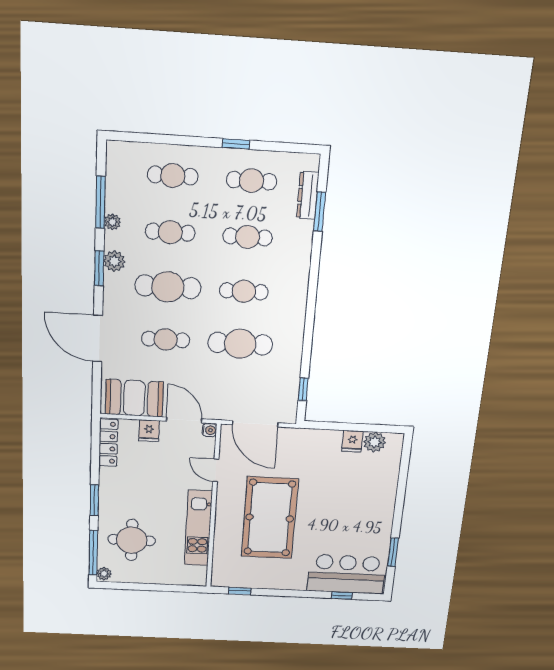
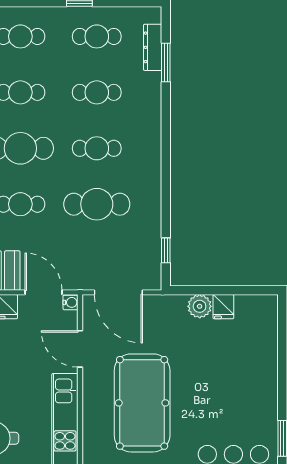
plant: (375, 442) -> (200, 306), moved
door: (216, 470) -> (80, 349), width x1.38

